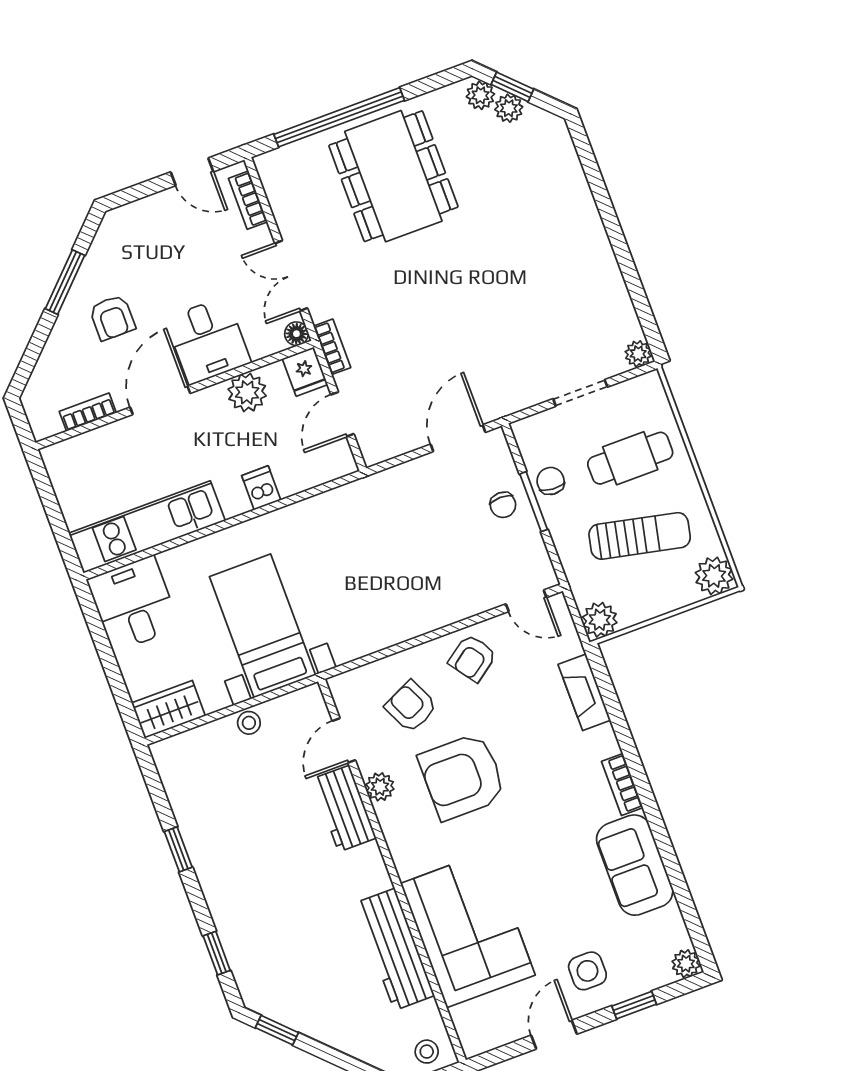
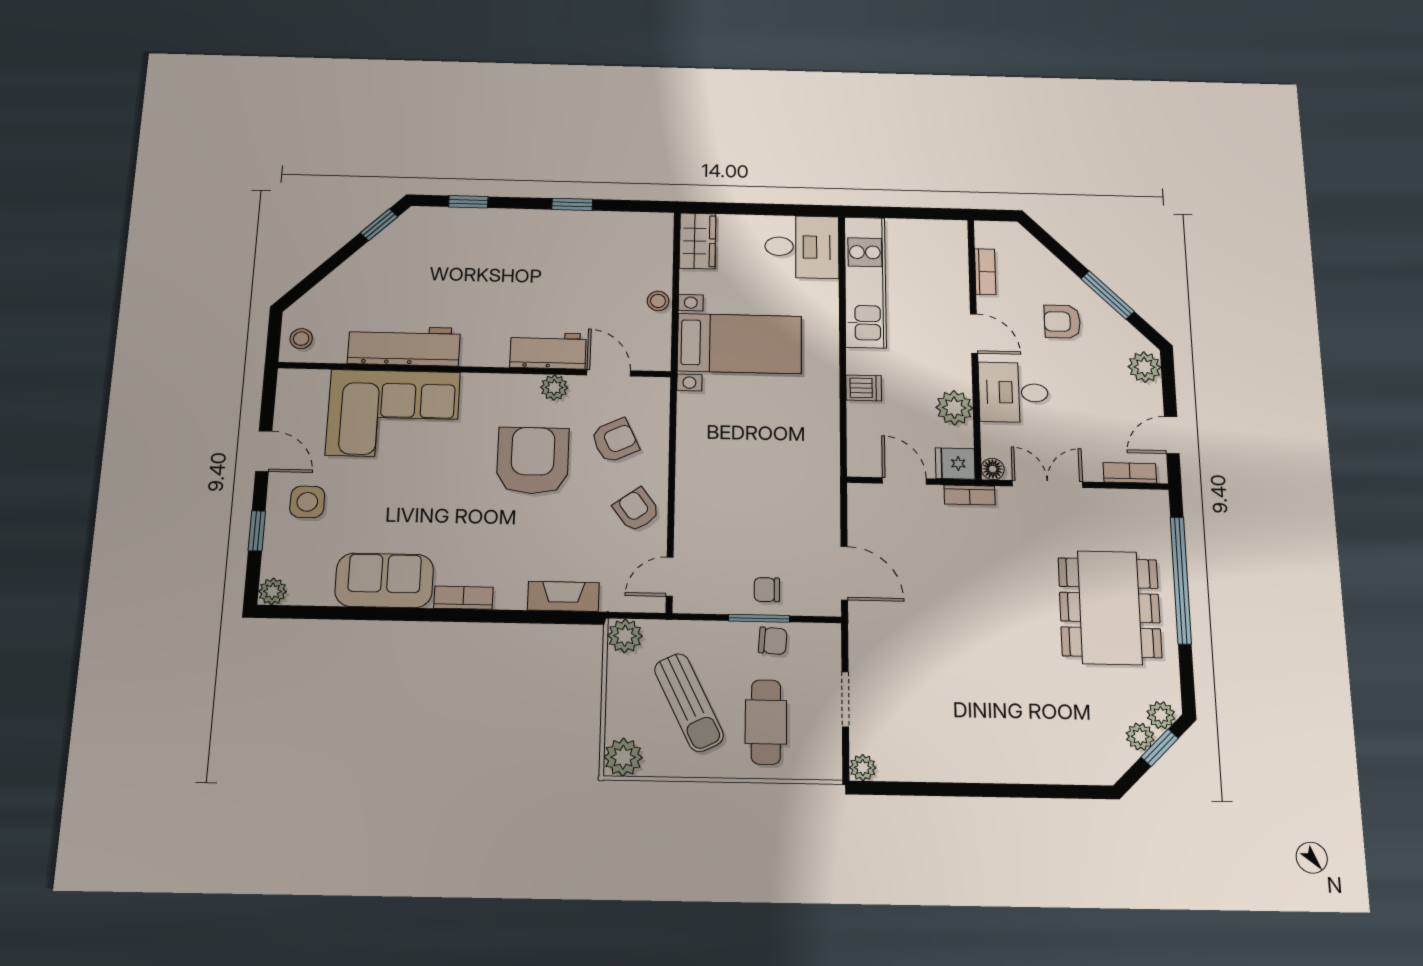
dining table: (393, 176) -> (1110, 608), turned 90
plant: (129, 221) -> (1144, 367), added
door: (160, 400) -> (974, 334), width x0.73
sun lounger: (640, 536) -> (689, 702), turned -38

